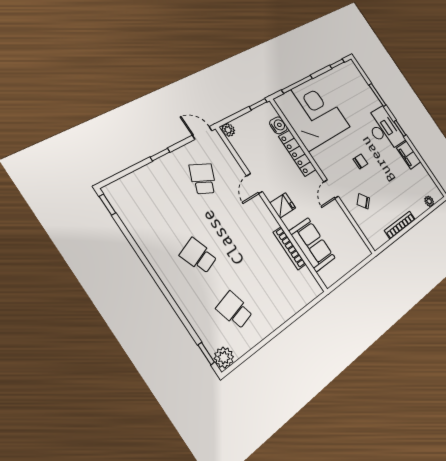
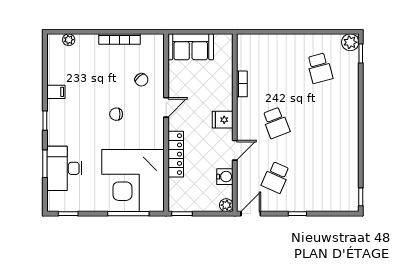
water cooler: (278, 125) -> (225, 177), moved, turned 180
desk: (384, 129) -> (64, 168), moved
door: (202, 133) -> (251, 214), swing flipped
filing cabinet: (409, 155) -> (56, 92), width x0.50
sofa: (312, 245) -> (191, 47), moved, turned -90
bookcase: (290, 248) -> (242, 84), width x0.64
school desk: (198, 256) -> (276, 123), moved

